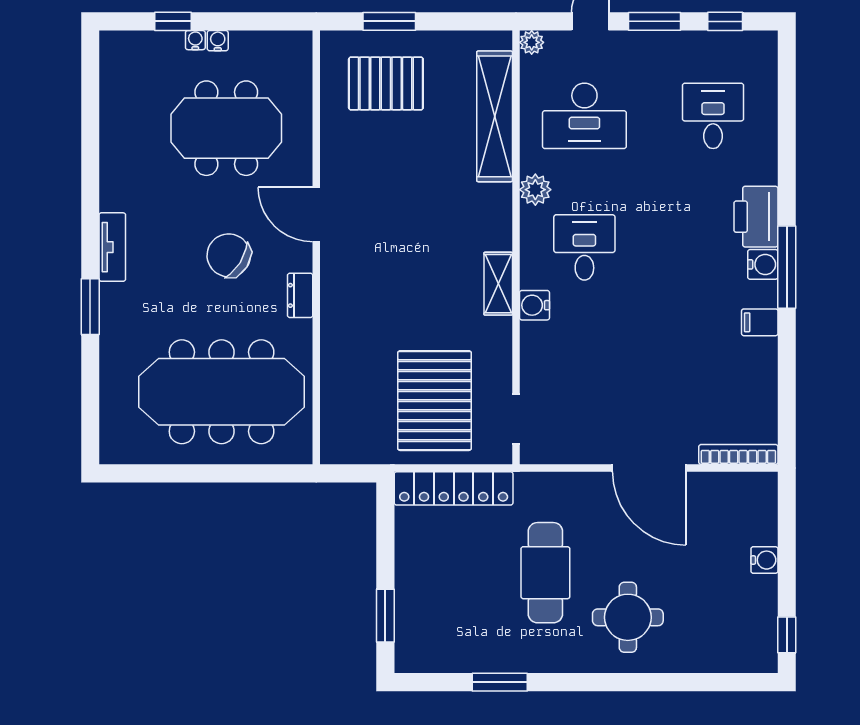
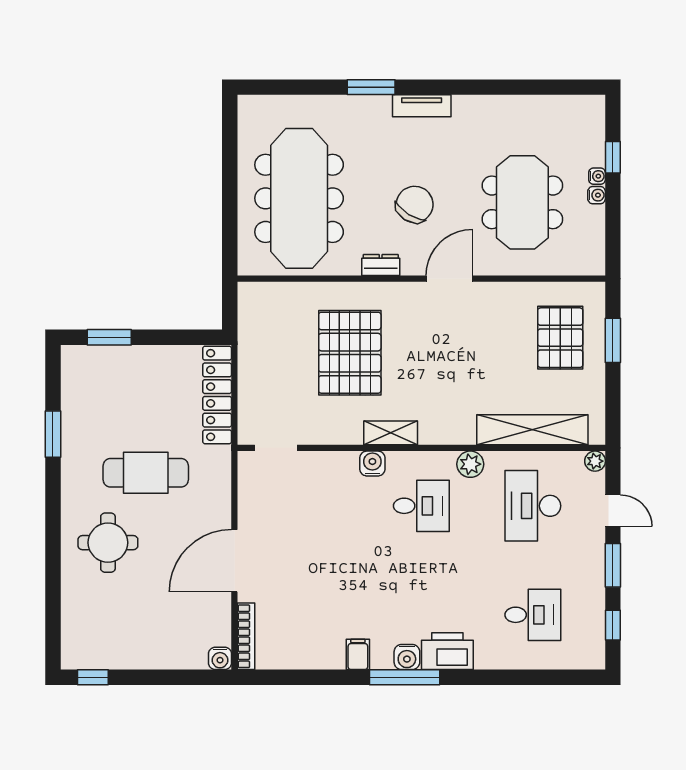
pallet: (435, 401) -> (350, 353), moved, turned 90
water cooler: (764, 560) -> (220, 658), moved

